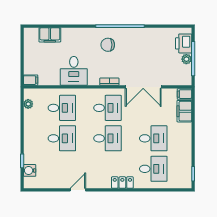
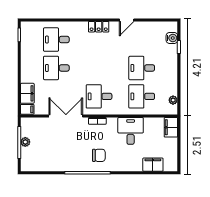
printer: (184, 43) -> (28, 157), removed
filing cabinet: (31, 80) -> (171, 127), width x2.00
desk: (108, 138) -> (99, 68), removed
locker: (122, 183) -> (99, 27), moved

